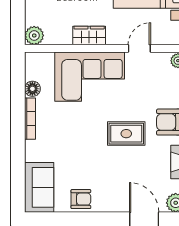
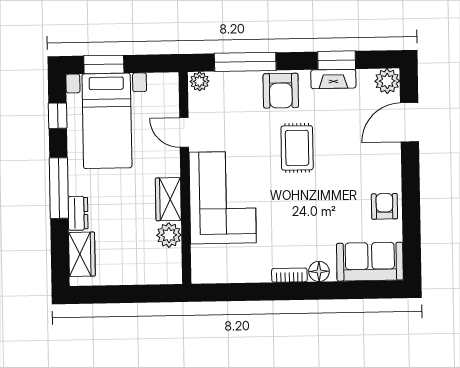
plant: (34, 36) -> (169, 235), moved
floor lamp: (32, 89) -> (319, 271), moved
bookcase: (30, 119) -> (289, 275), width x0.64

